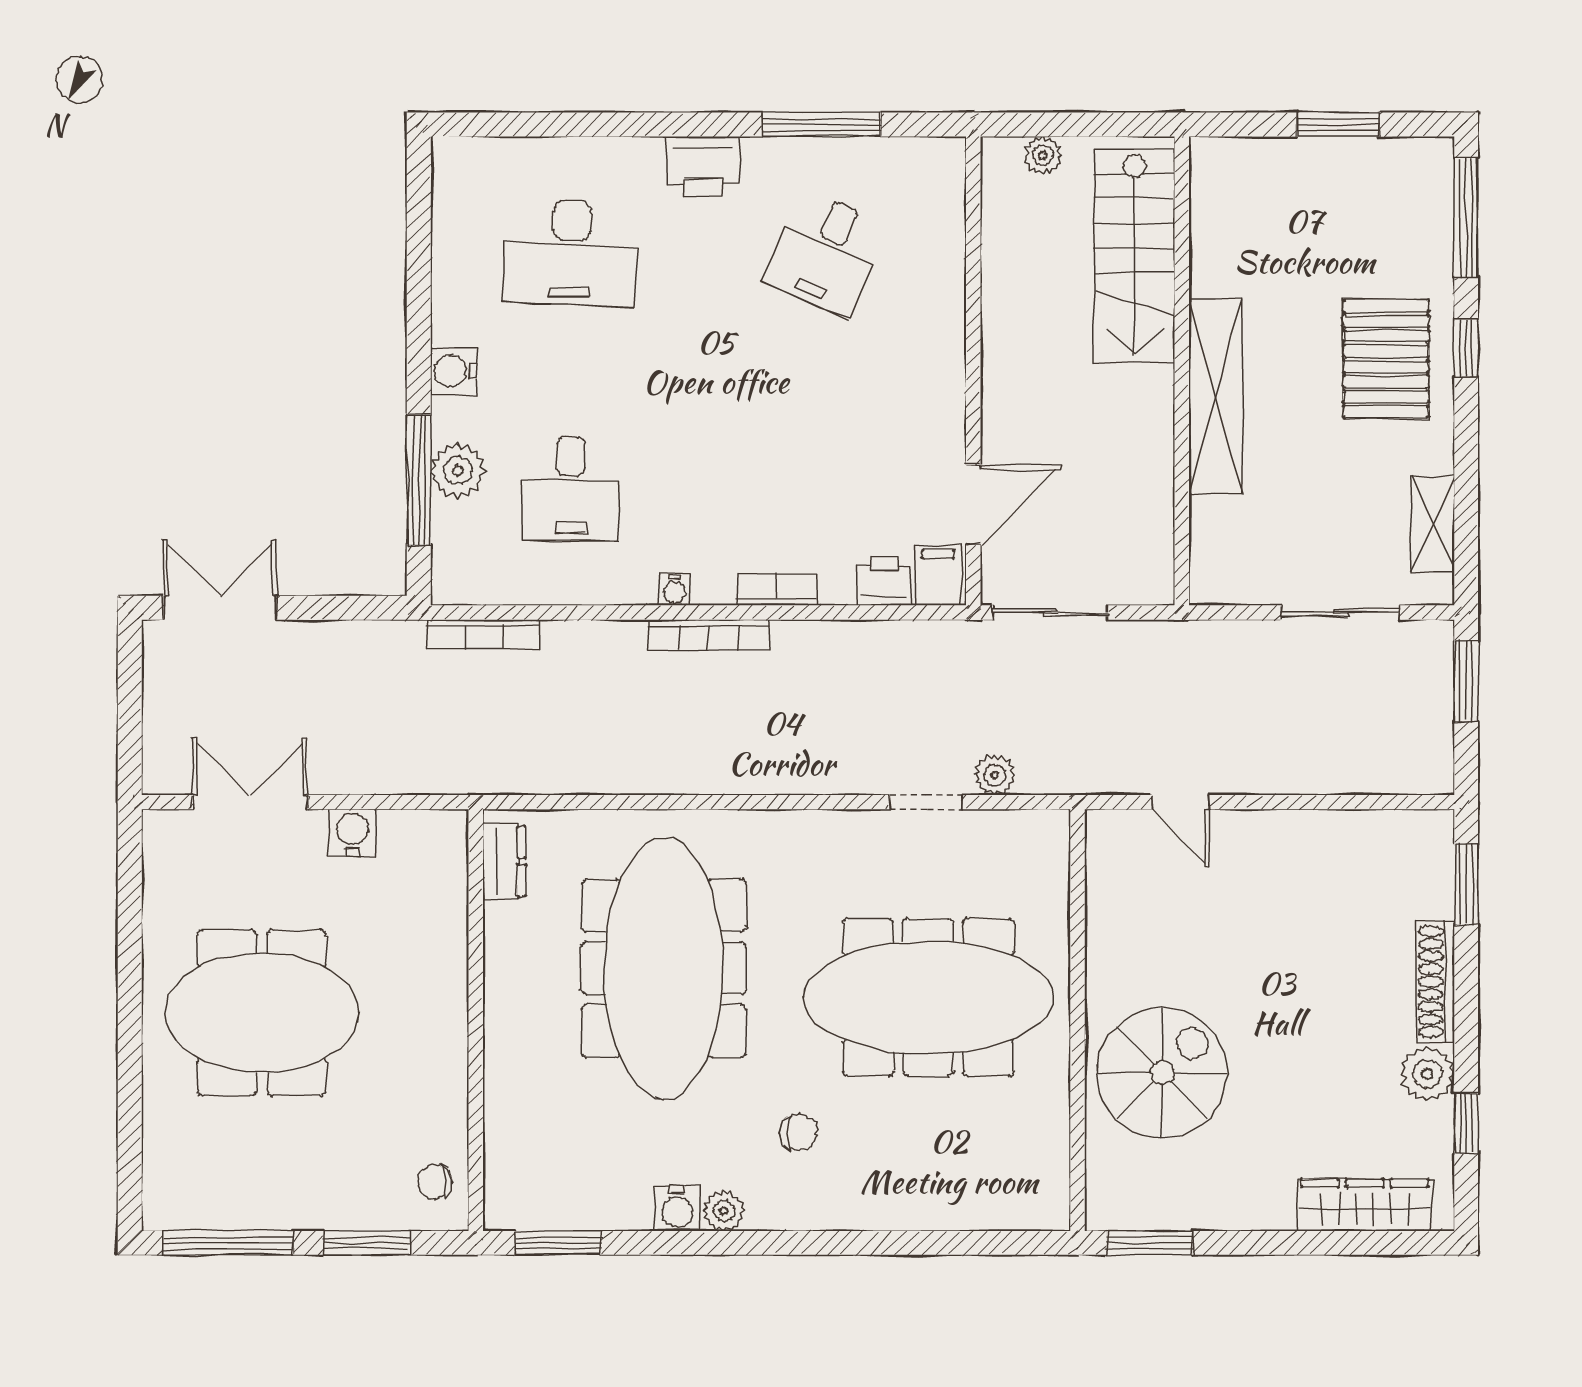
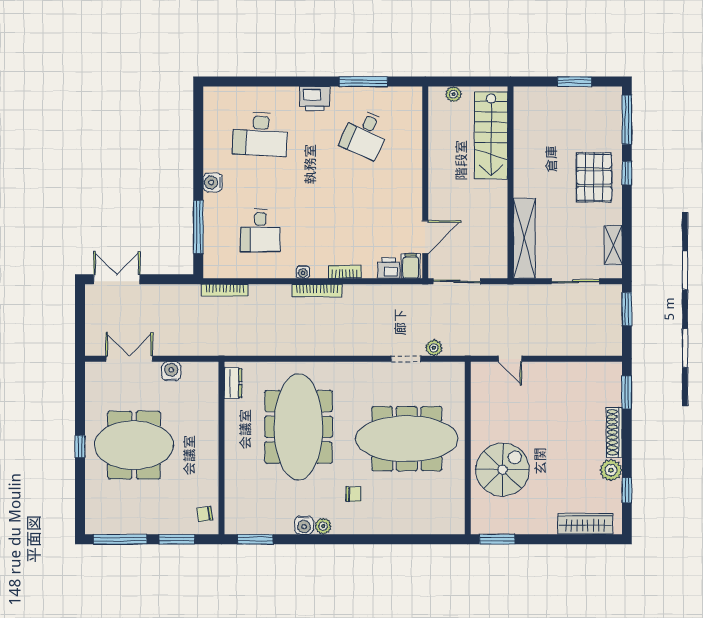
shelving: (1216, 396) -> (524, 238), moved
plant: (458, 471) -> (214, 223), removed
window: (130, 1016) -> (80, 446), added

